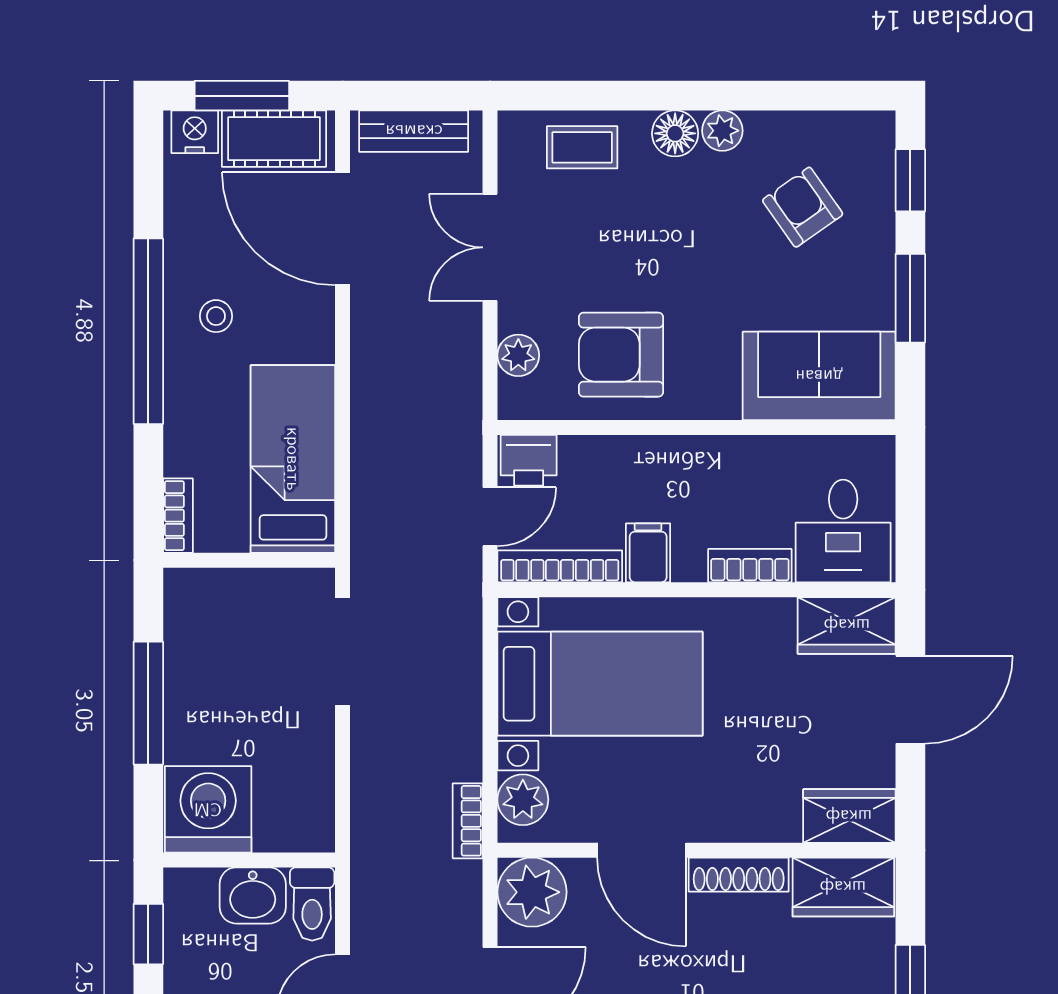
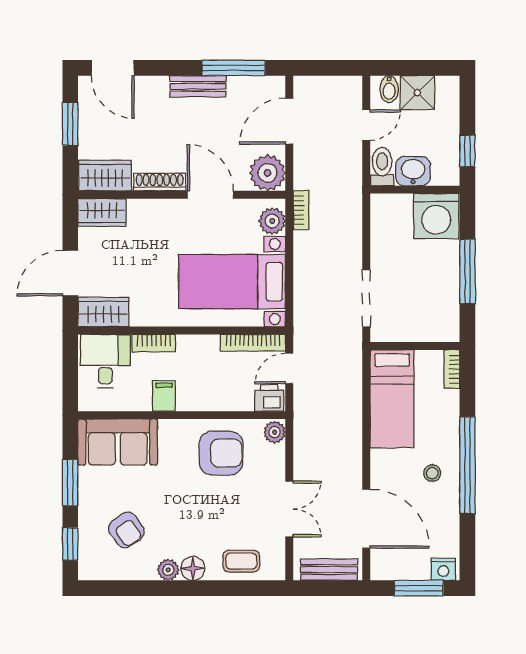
cot: (274, 139) -> (402, 566), removed
plant: (518, 355) -> (275, 432), moved
filing cabinet: (648, 553) -> (164, 396), moved, turned 180

